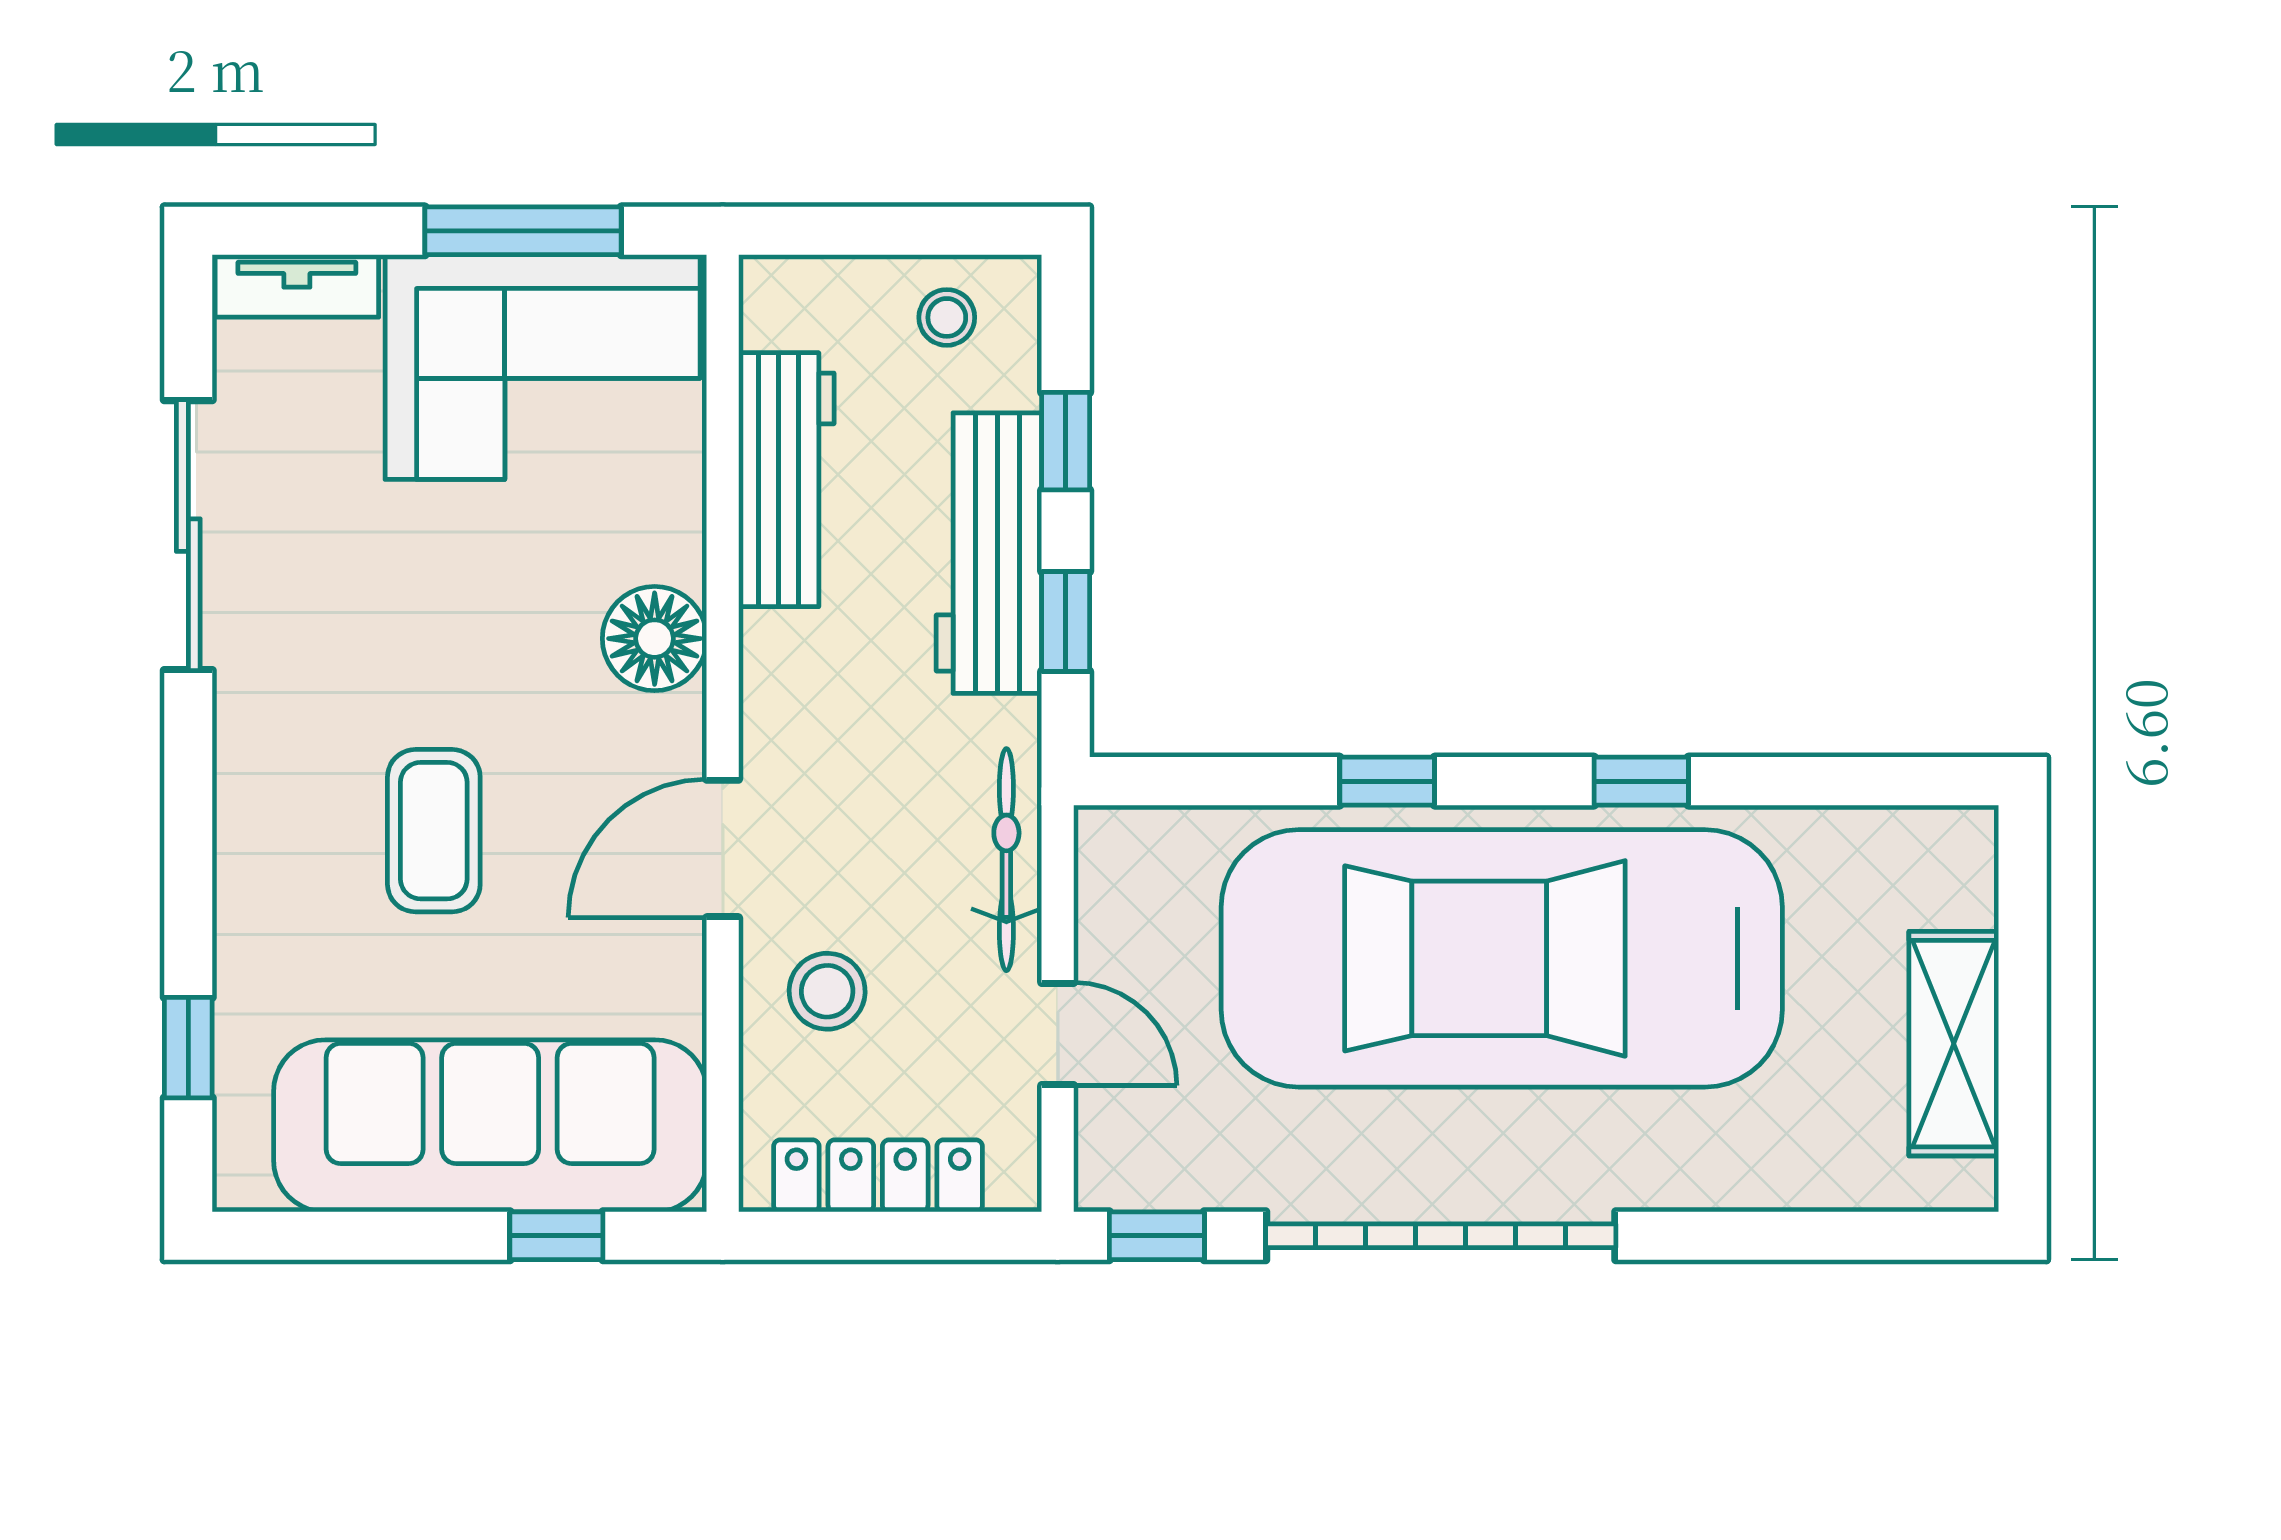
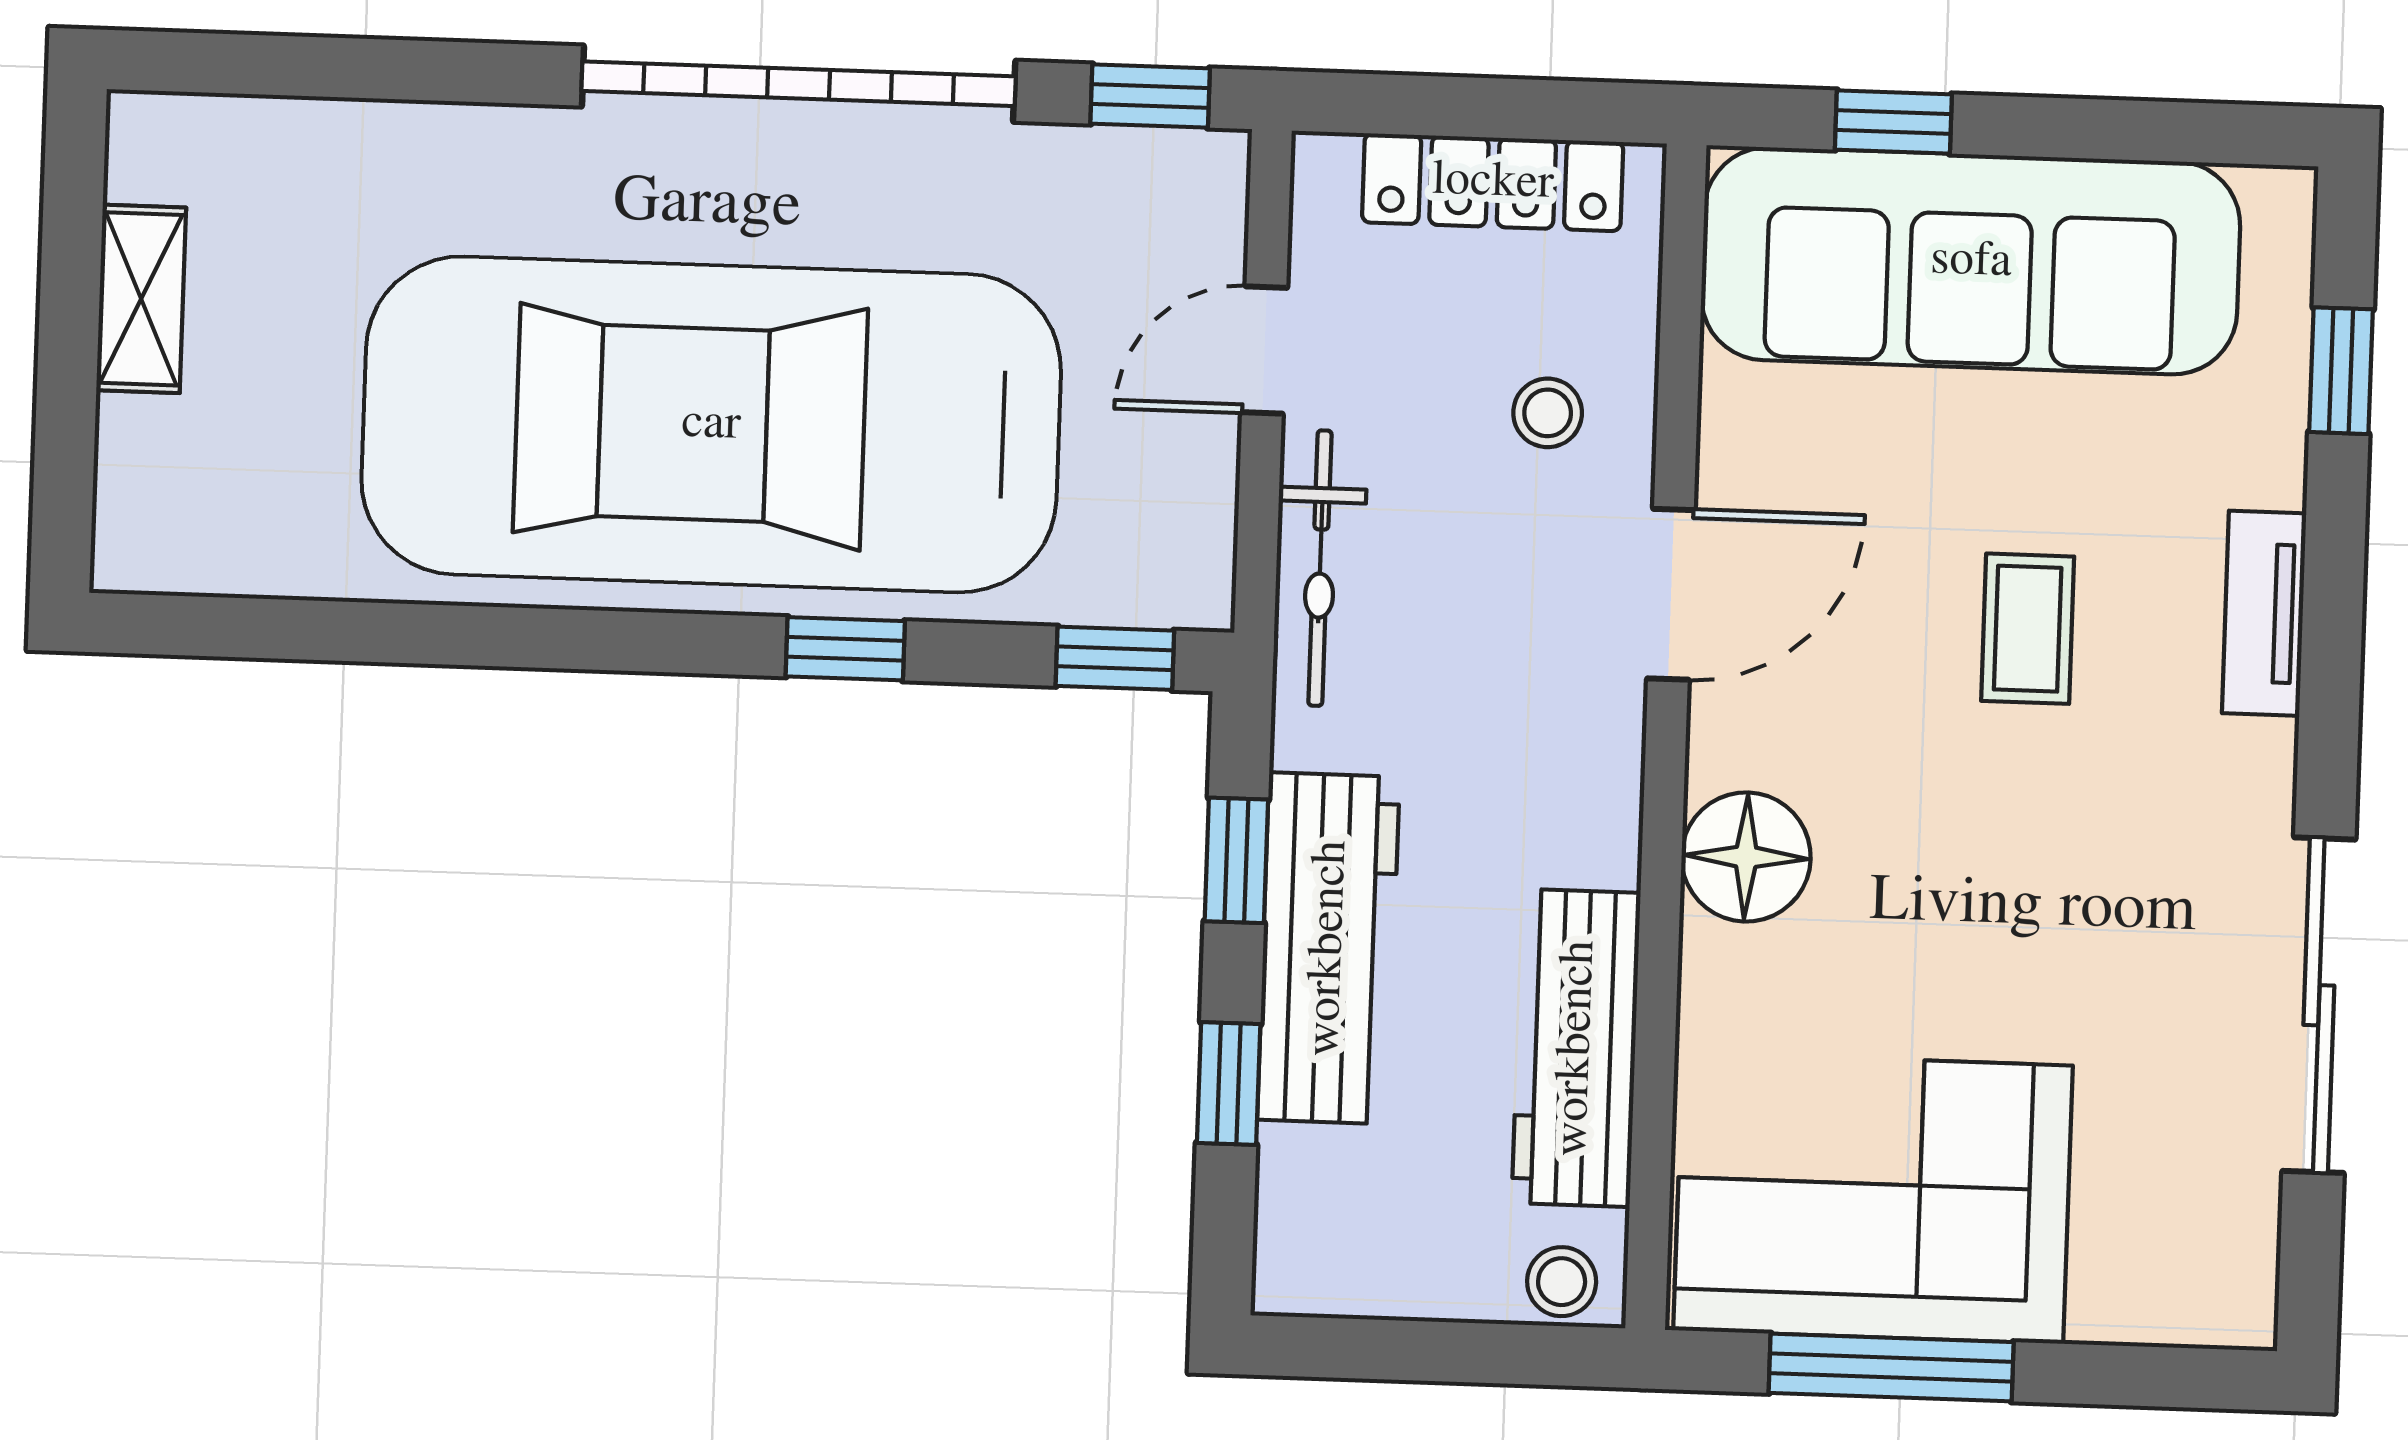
tv unit: (297, 286) -> (2264, 613), moved, turned -90
stool: (947, 317) -> (1562, 1282), moved
window: (1641, 781) -> (1115, 658), moved
coffee table: (434, 831) -> (2028, 629), width x0.73, depth x0.77
car: (1502, 958) -> (711, 424), turned 180
stool: (827, 991) -> (1548, 413), width x0.73, depth x0.73
door: (1058, 1034) -> (1264, 350), hinge flipped
shelving: (1954, 1044) -> (141, 299), width x0.67, depth x0.75

